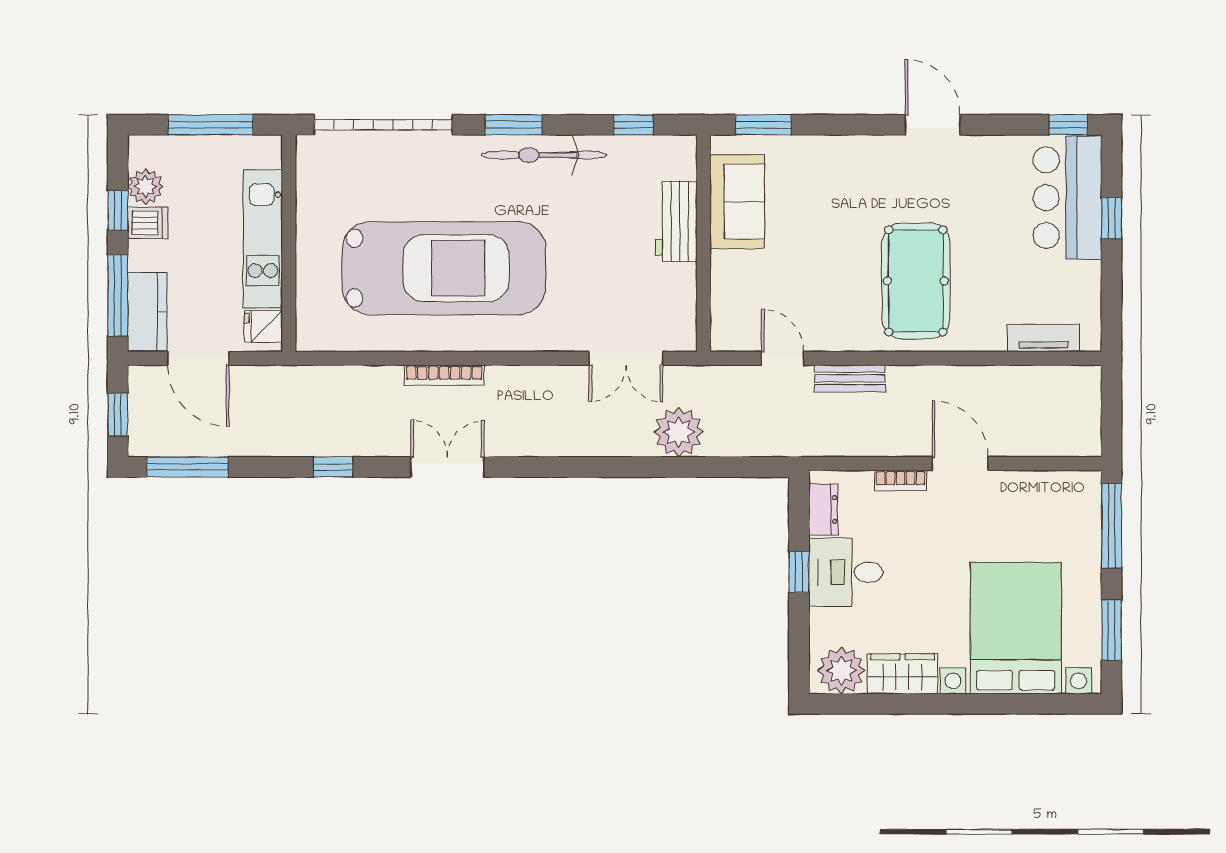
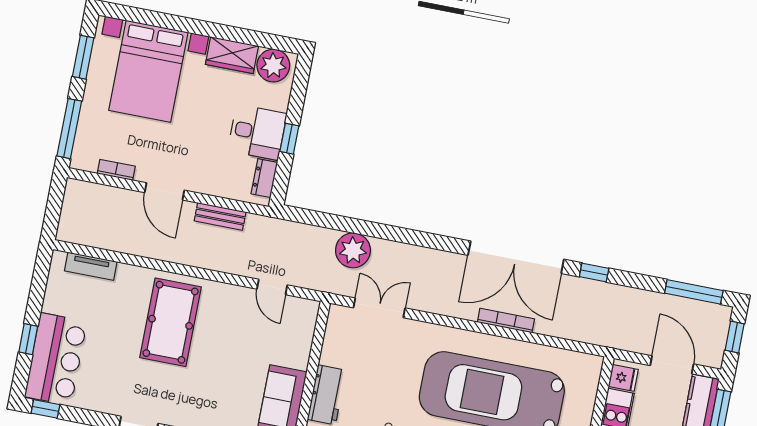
bench: (850, 378) -> (220, 216), moved
double door: (447, 467) -> (516, 257), width x1.87
bookcase: (901, 481) -> (116, 170), moved

